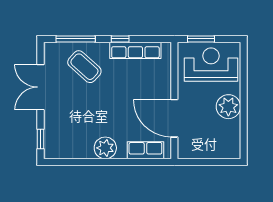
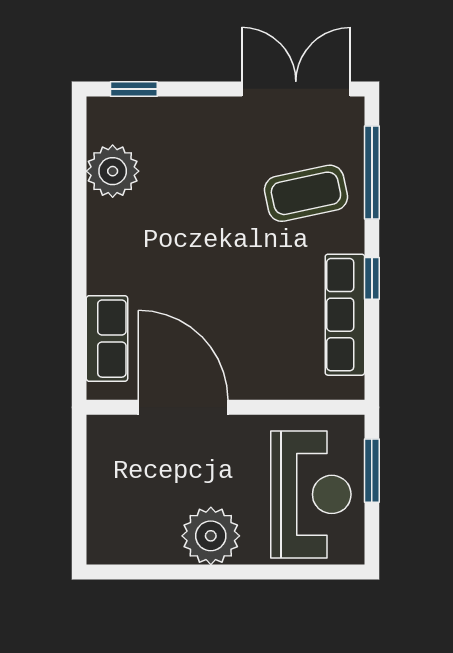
coffee table: (84, 67) -> (306, 193), turned 36
double door: (41, 87) -> (296, 89), moved
door: (174, 118) -> (183, 407), hinge flipped
plant: (105, 148) -> (113, 171), moved

